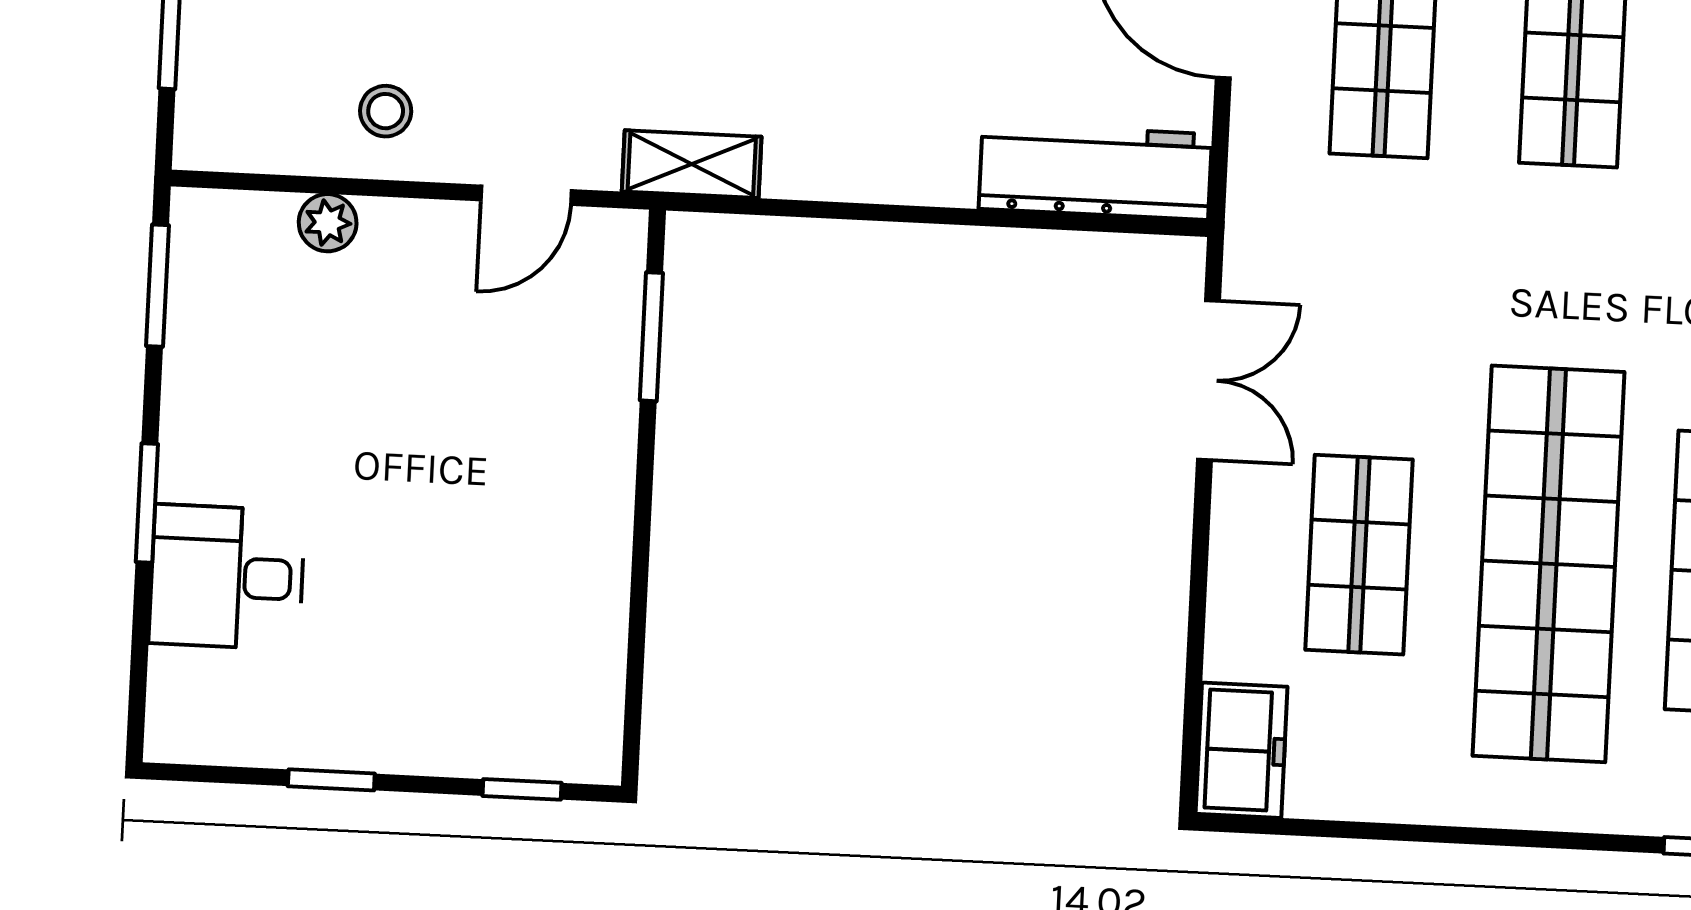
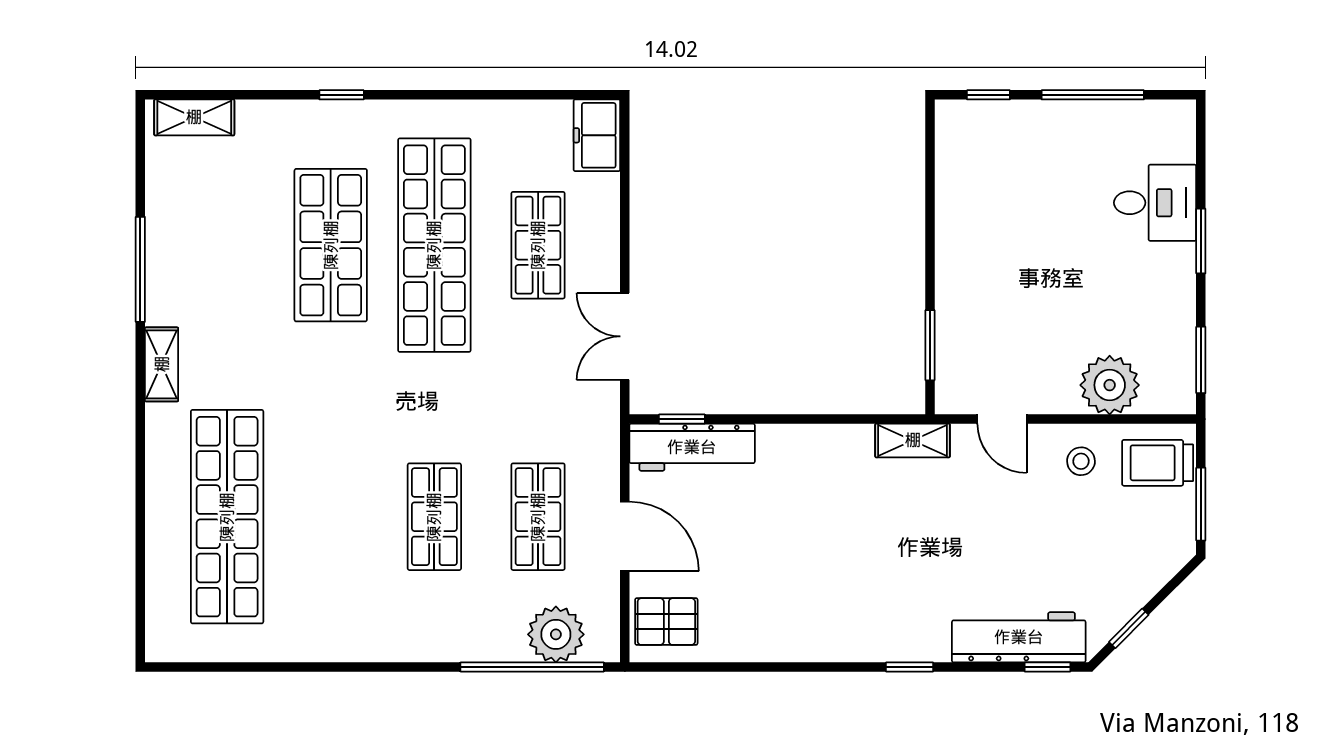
trolley: (246, 101) -> (1158, 463), added
door: (526, 195) -> (1002, 419), swing flipped
plant: (328, 223) -> (1110, 385), width x1.87, depth x1.87
window: (1112, 224) -> (682, 419), added
window: (331, 780) -> (1093, 95), width x2.17

